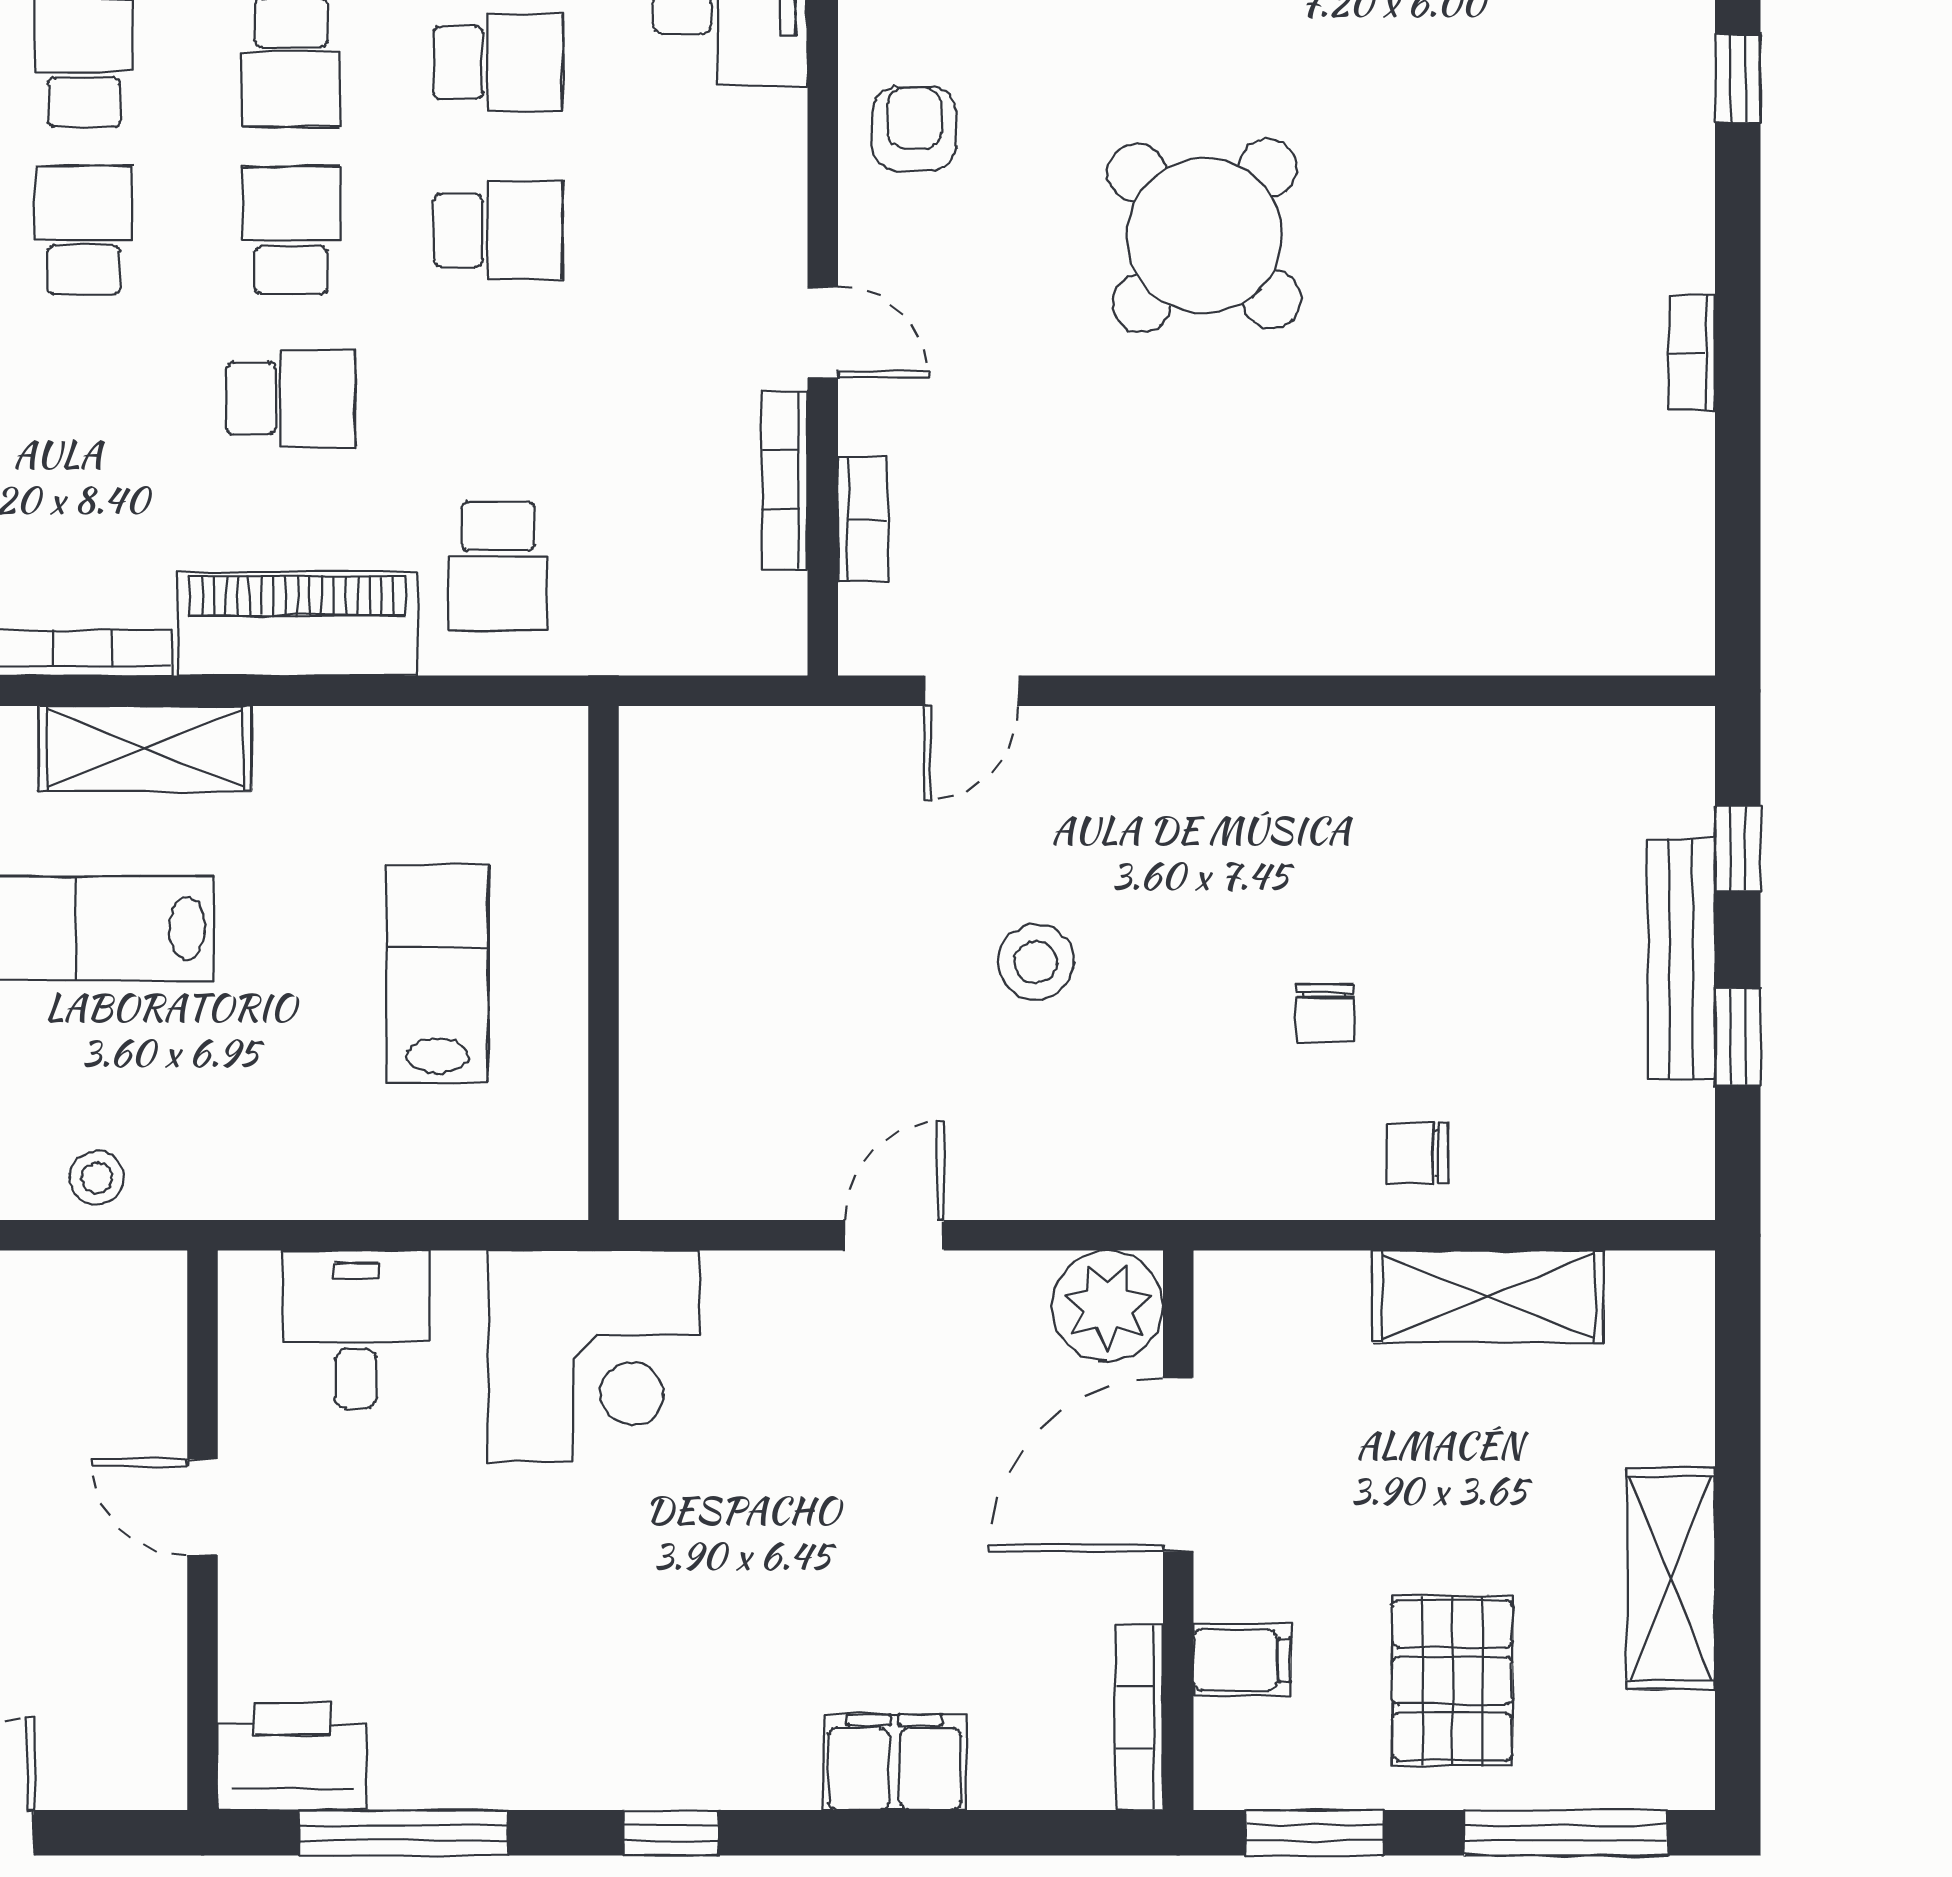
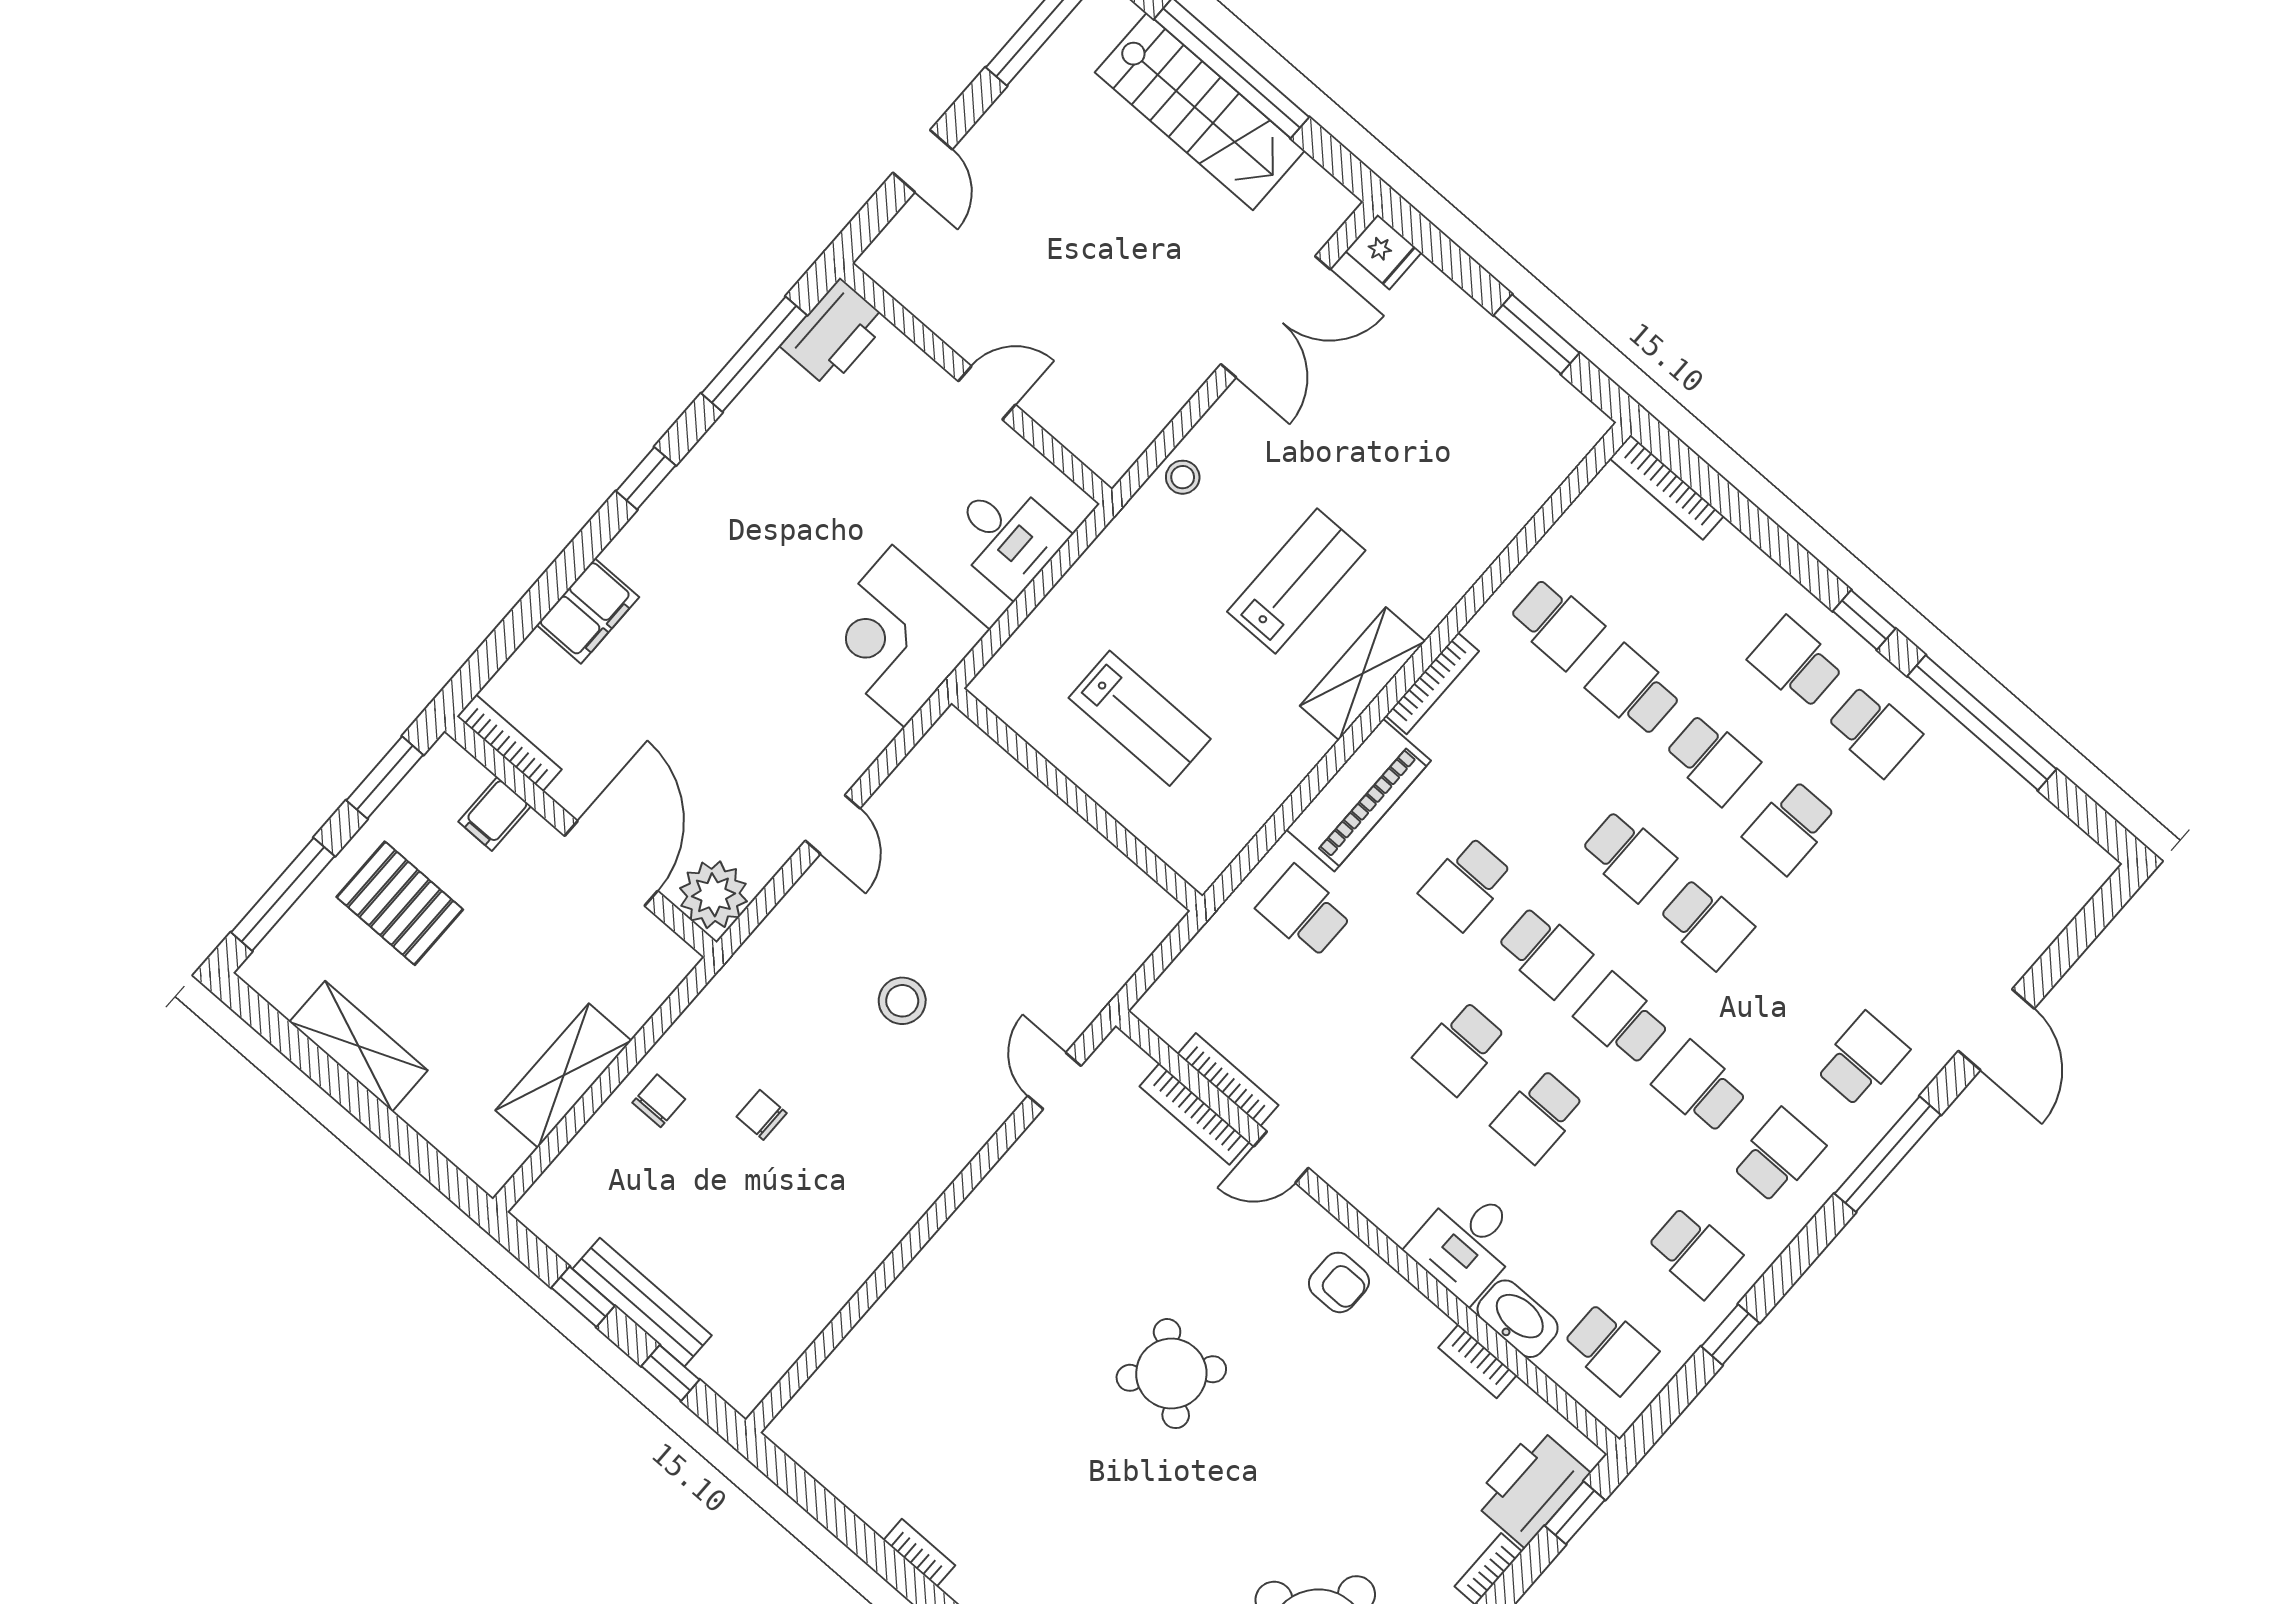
round table: (1204, 236) -> (1171, 1374), width x0.73, depth x0.73
bookcase: (863, 519) -> (1194, 1114), width x1.56

